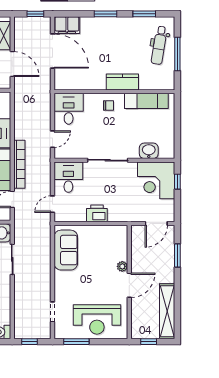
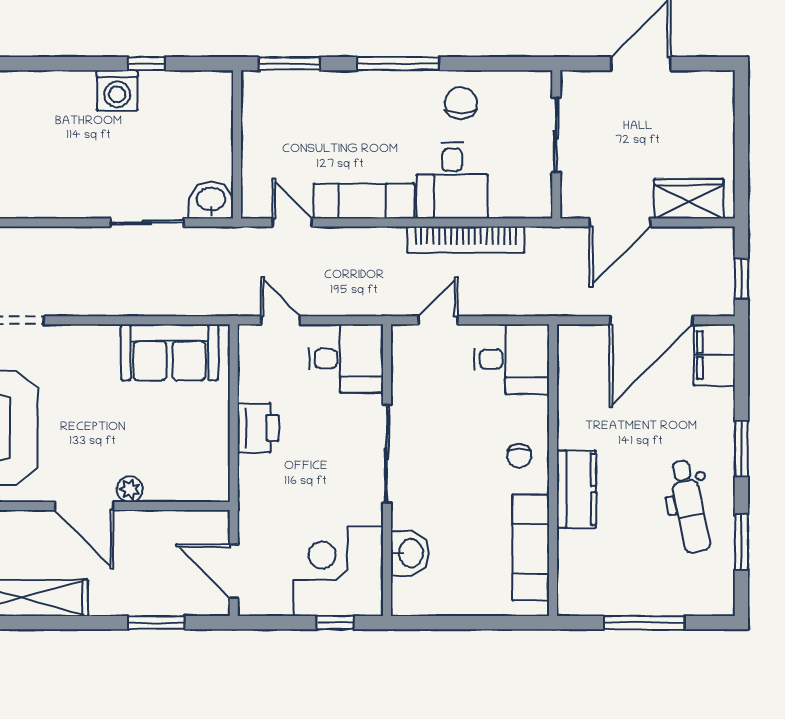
dental chair: (159, 45) -> (689, 507), moved, turned -111
door: (53, 139) -> (438, 320), swing flipped
bookcase: (19, 164) -> (466, 240), moved

